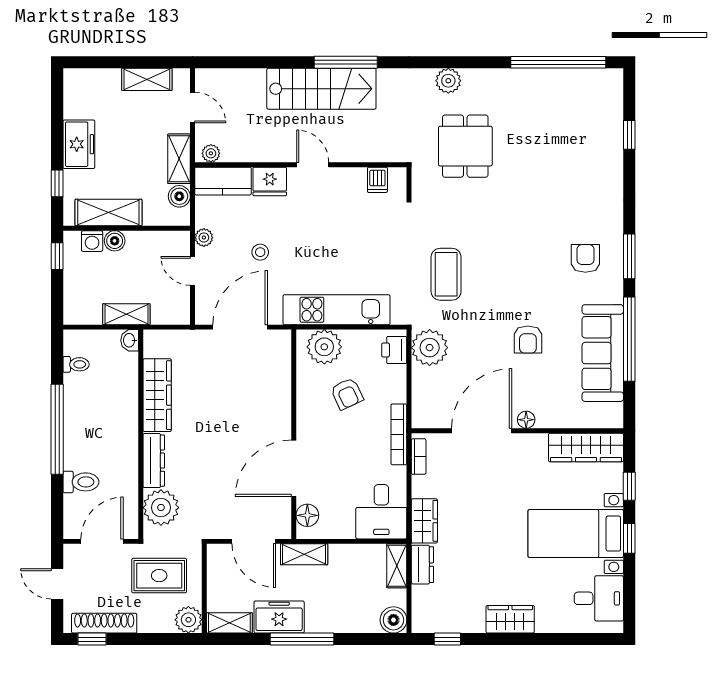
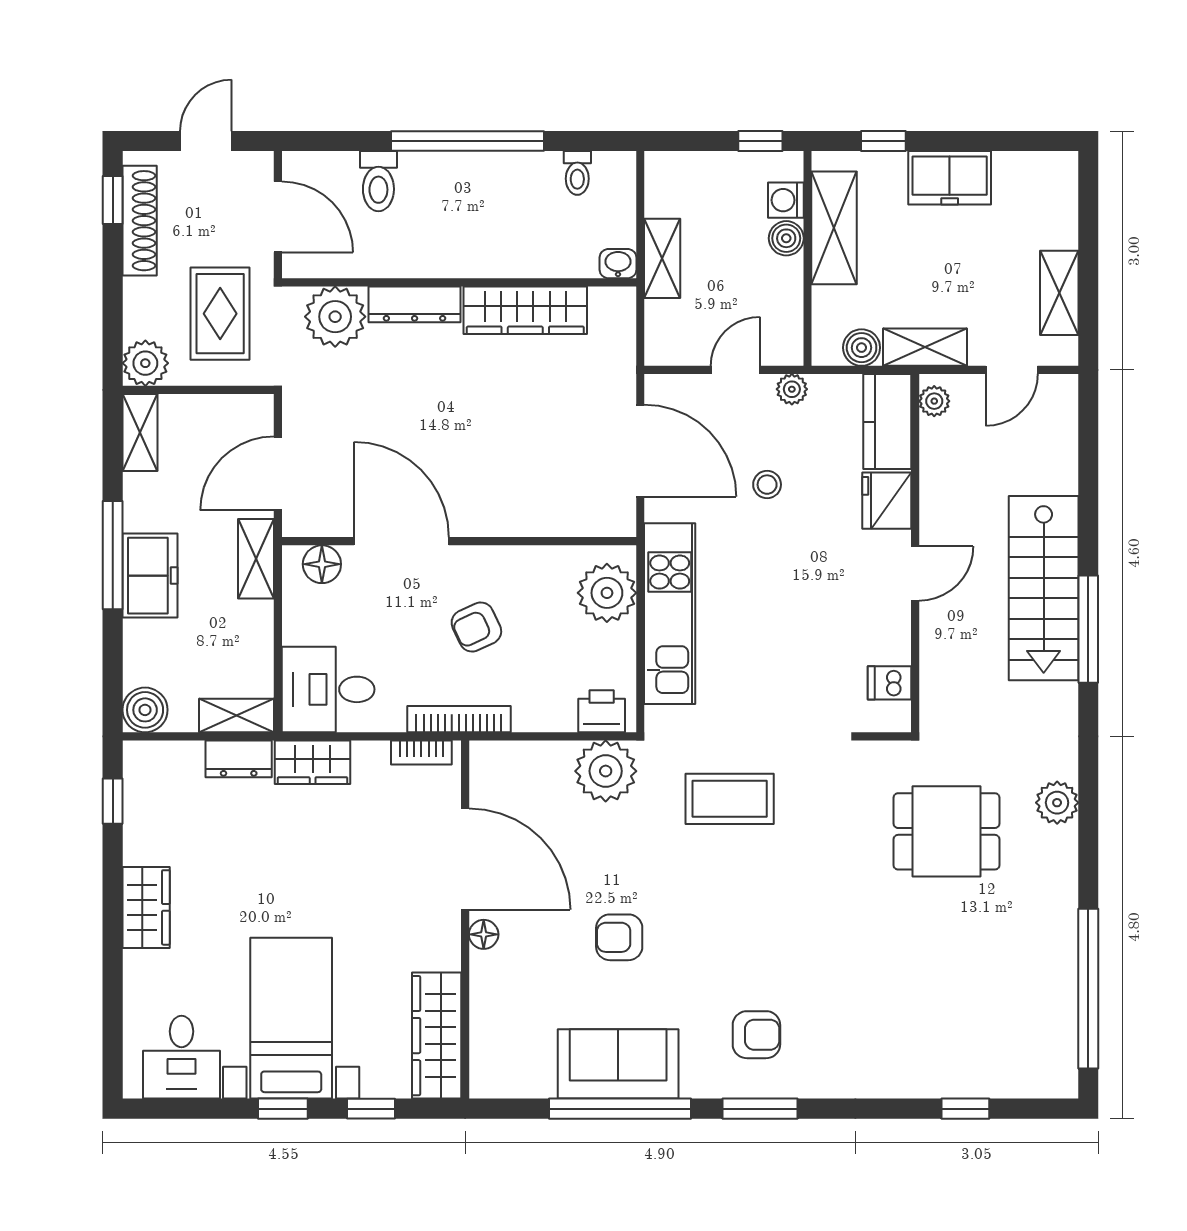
sofa: (603, 353) -> (618, 1064), width x0.73
armchair: (347, 394) -> (476, 627), moved
freezer: (279, 617) -> (150, 576), moved

